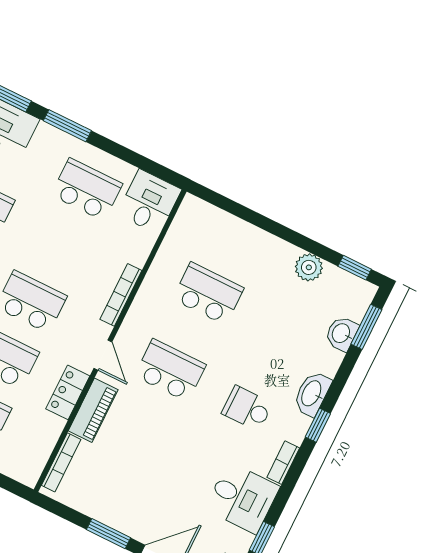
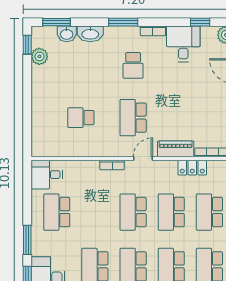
plant: (309, 267) -> (39, 56), moved
school desk: (208, 294) -> (81, 118), width x0.54
bookcase: (121, 295) -> (112, 165), width x0.64
locker: (68, 392) -> (192, 168), moved
washbasin: (312, 394) -> (90, 34), moved
window: (318, 425) -> (123, 22), width x1.50

